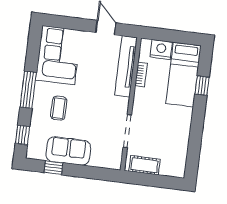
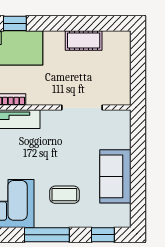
cot: (144, 165) -> (84, 41), moved, turned 90
window: (54, 168) -> (138, 192), removed

